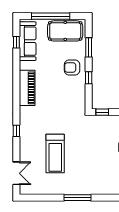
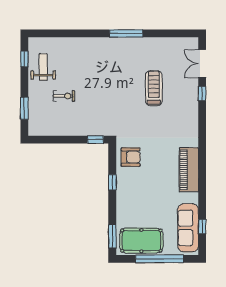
window: (89, 47) -> (112, 236), moved
armchair: (72, 67) -> (131, 157), moved
window: (16, 131) -> (202, 93), moved
treadmill: (55, 154) -> (154, 88), width x0.73, depth x0.73

